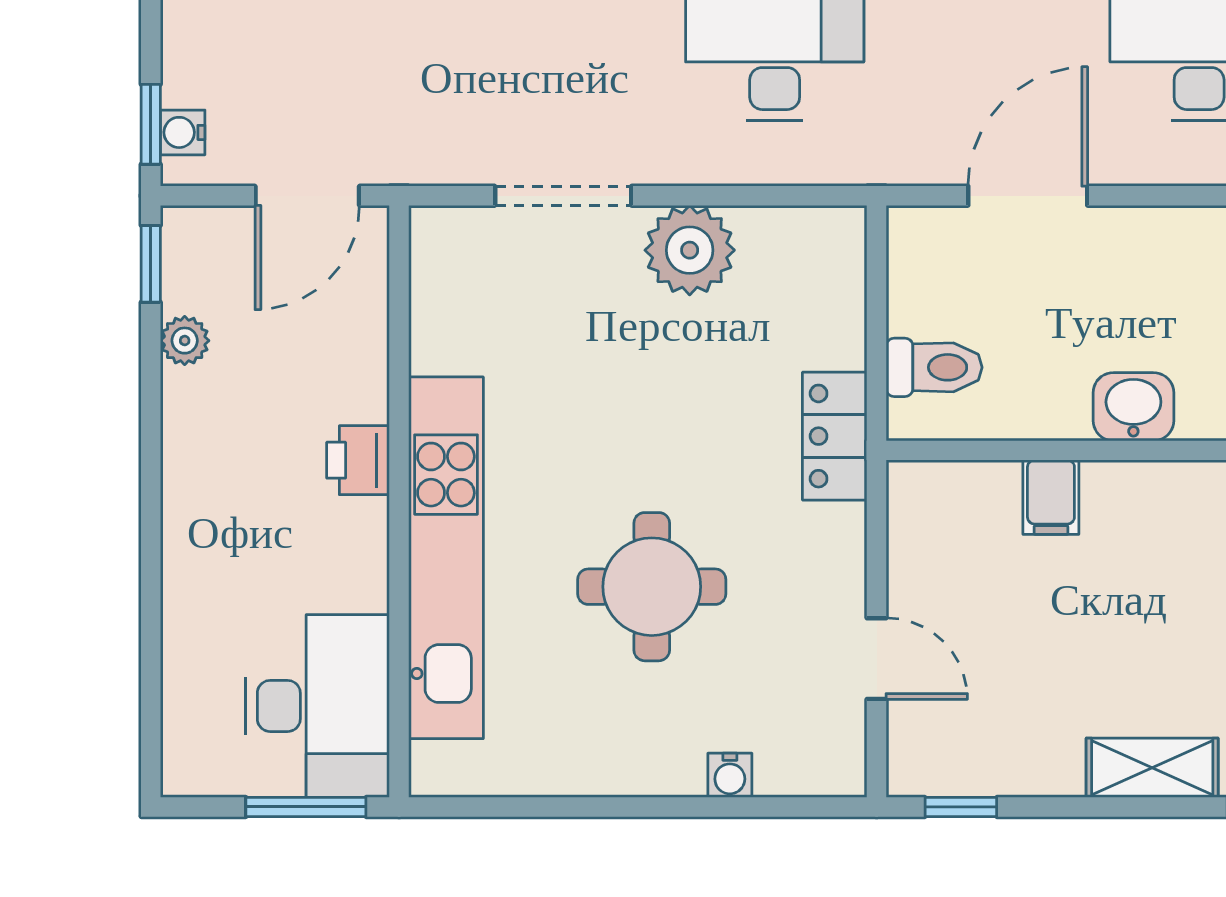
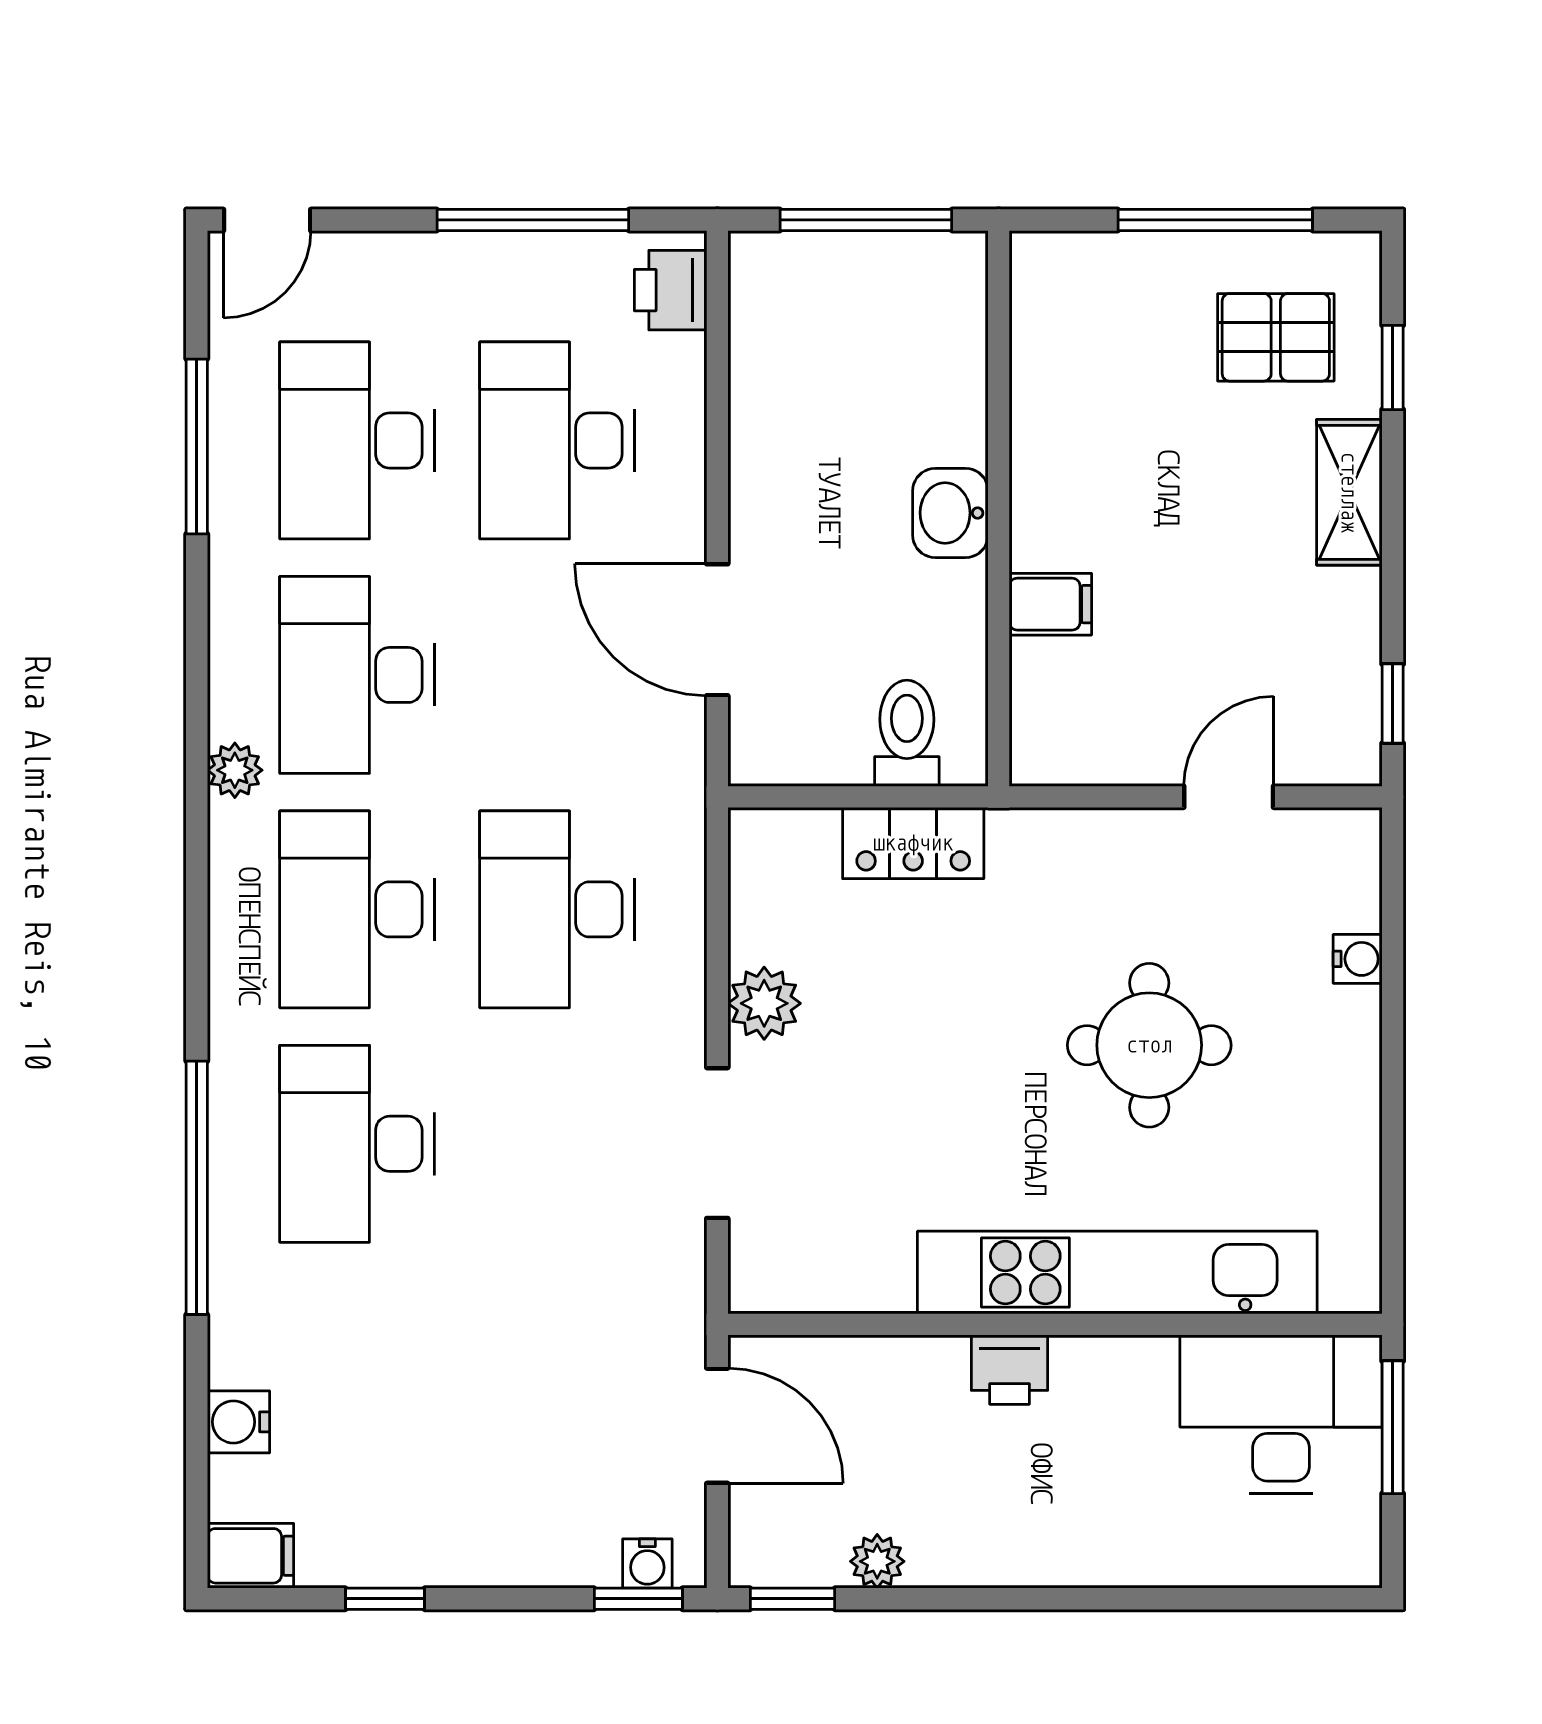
plant: (690, 250) -> (764, 1003), width x0.73, depth x0.73
locker: (835, 436) -> (913, 843), moved

